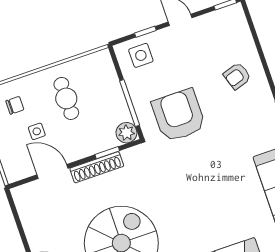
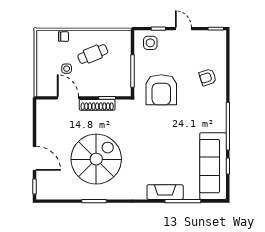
cafe table: (66, 98) -> (93, 54), turned 68
chair: (15, 105) -> (63, 37), moved
armchair: (179, 115) -> (161, 90), turned 180
plant: (126, 133) -> (124, 89), removed

